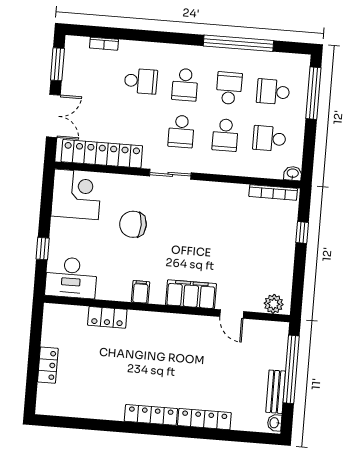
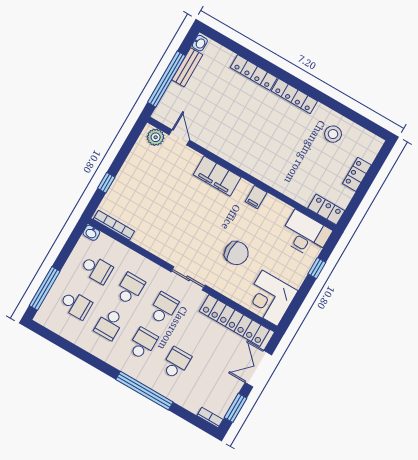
window: (238, 43) -> (144, 391), moved
bookcase: (104, 44) -> (210, 418), moved
school desk: (141, 81) -> (176, 363), turned 90
door: (232, 314) -> (179, 137), moved
locker: (107, 317) -> (326, 209), moved
stool: (92, 395) -> (333, 134), added

